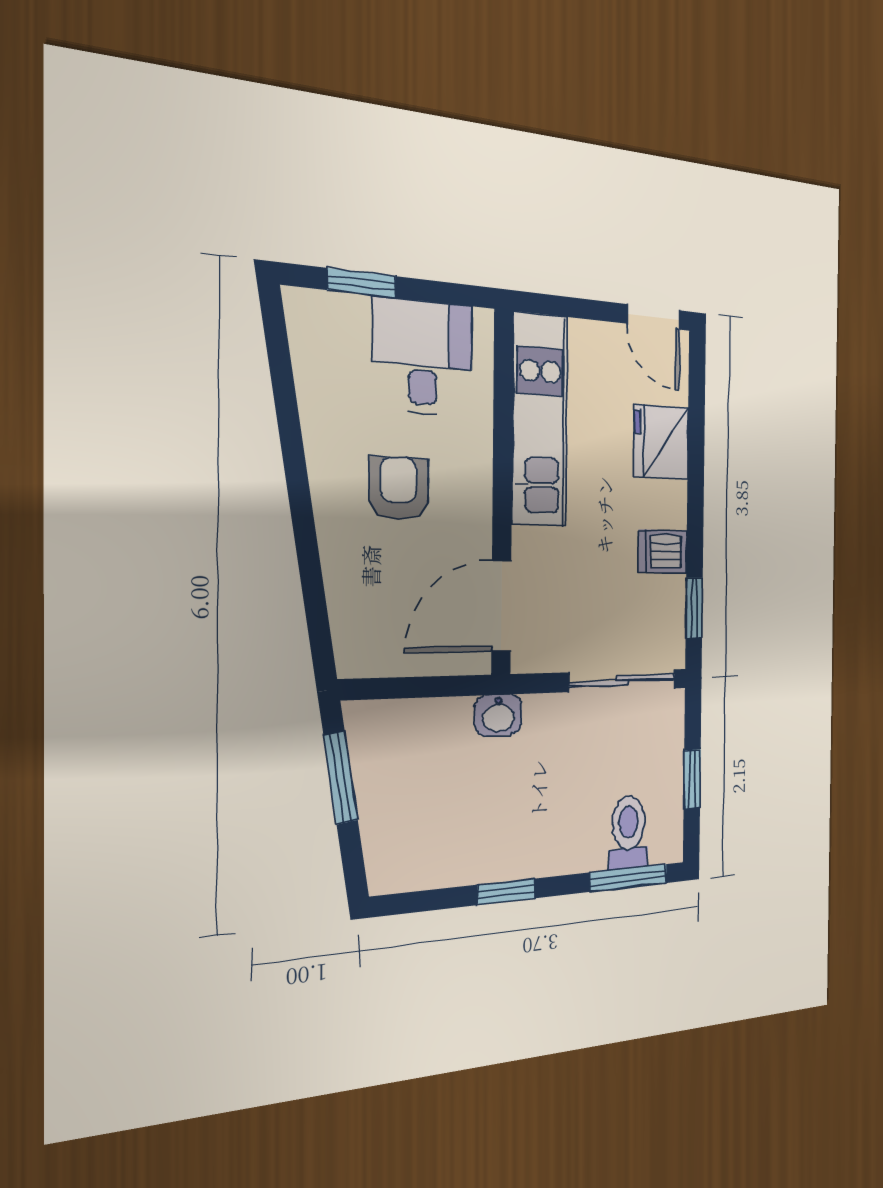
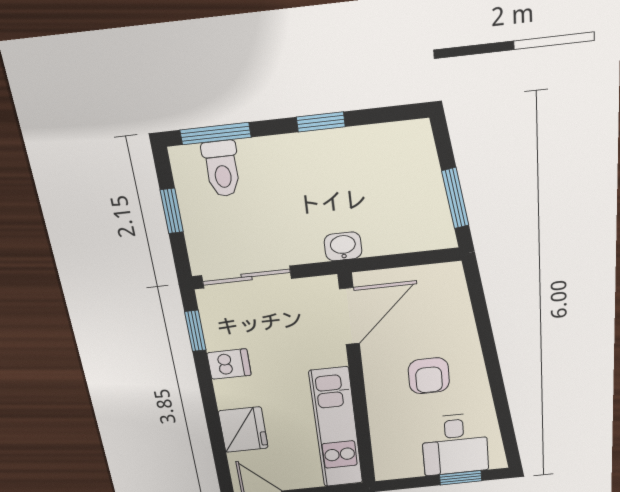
desk: (423, 357) -> (455, 444), moved

